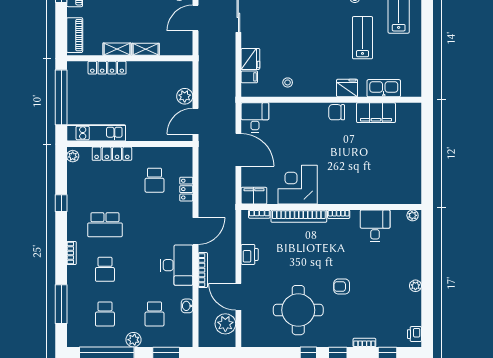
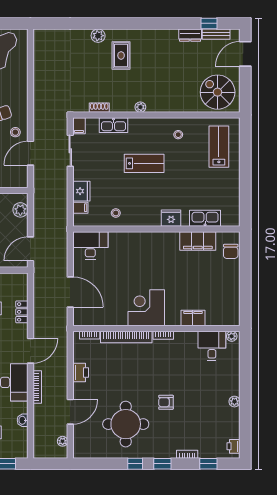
lab bench: (362, 38) -> (144, 163), moved, turned 90
plant: (185, 96) -> (20, 210), moved
chair: (337, 112) -> (231, 251), moved, turned -90
desk: (255, 117) -> (90, 245), width x1.37
door: (238, 150) -> (70, 292), moved
corner desk: (298, 185) -> (146, 308), moved
filing cabinet: (254, 196) -> (193, 318), moved
desk: (375, 226) -> (212, 346), moved
door: (238, 297) -> (70, 412), swing flipped
plant: (225, 324) -> (63, 441), width x0.53, depth x0.53

